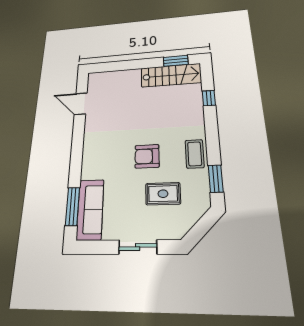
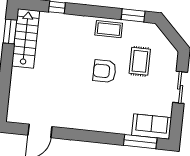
armchair: (147, 156) -> (105, 71), turned 90
sofa: (90, 209) -> (152, 127), width x0.73

